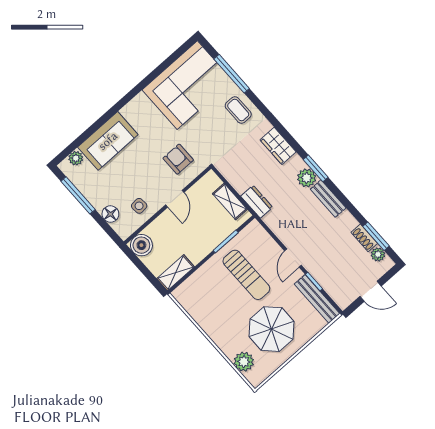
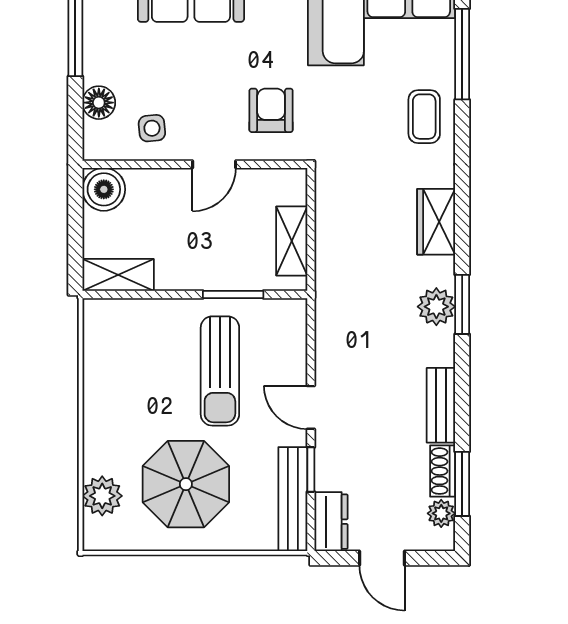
bench: (328, 199) -> (441, 405), moved
dresser: (257, 202) -> (331, 522), moved
door: (293, 258) -> (311, 407), hinge flipped

